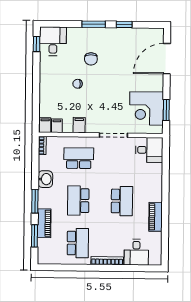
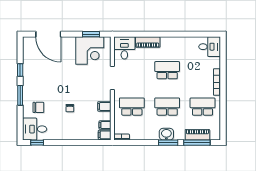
chair: (91, 59) -> (38, 107), moved
school desk: (79, 158) -> (132, 107), turned 90
washbasin: (45, 179) -> (166, 134), moved
school desk: (78, 201) -> (167, 107), turned 180
piano: (156, 217) -> (148, 42), moved
piano: (44, 223) -> (197, 135), moved
window: (35, 236) -> (197, 143), width x1.44
desk: (136, 252) -> (210, 47), moved

